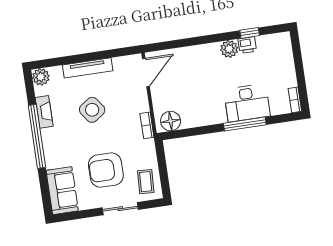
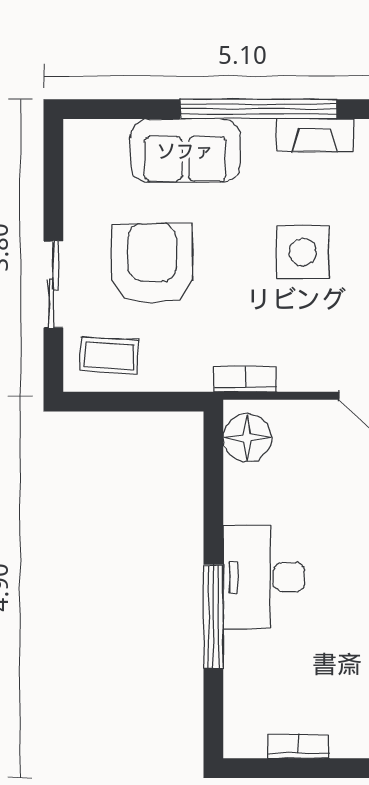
bookcase: (295, 100) -> (298, 746), moved
desk: (247, 103) -> (264, 577), moved
side table: (92, 110) -> (303, 252), turned 35
sofa: (62, 191) -> (185, 151), moved

